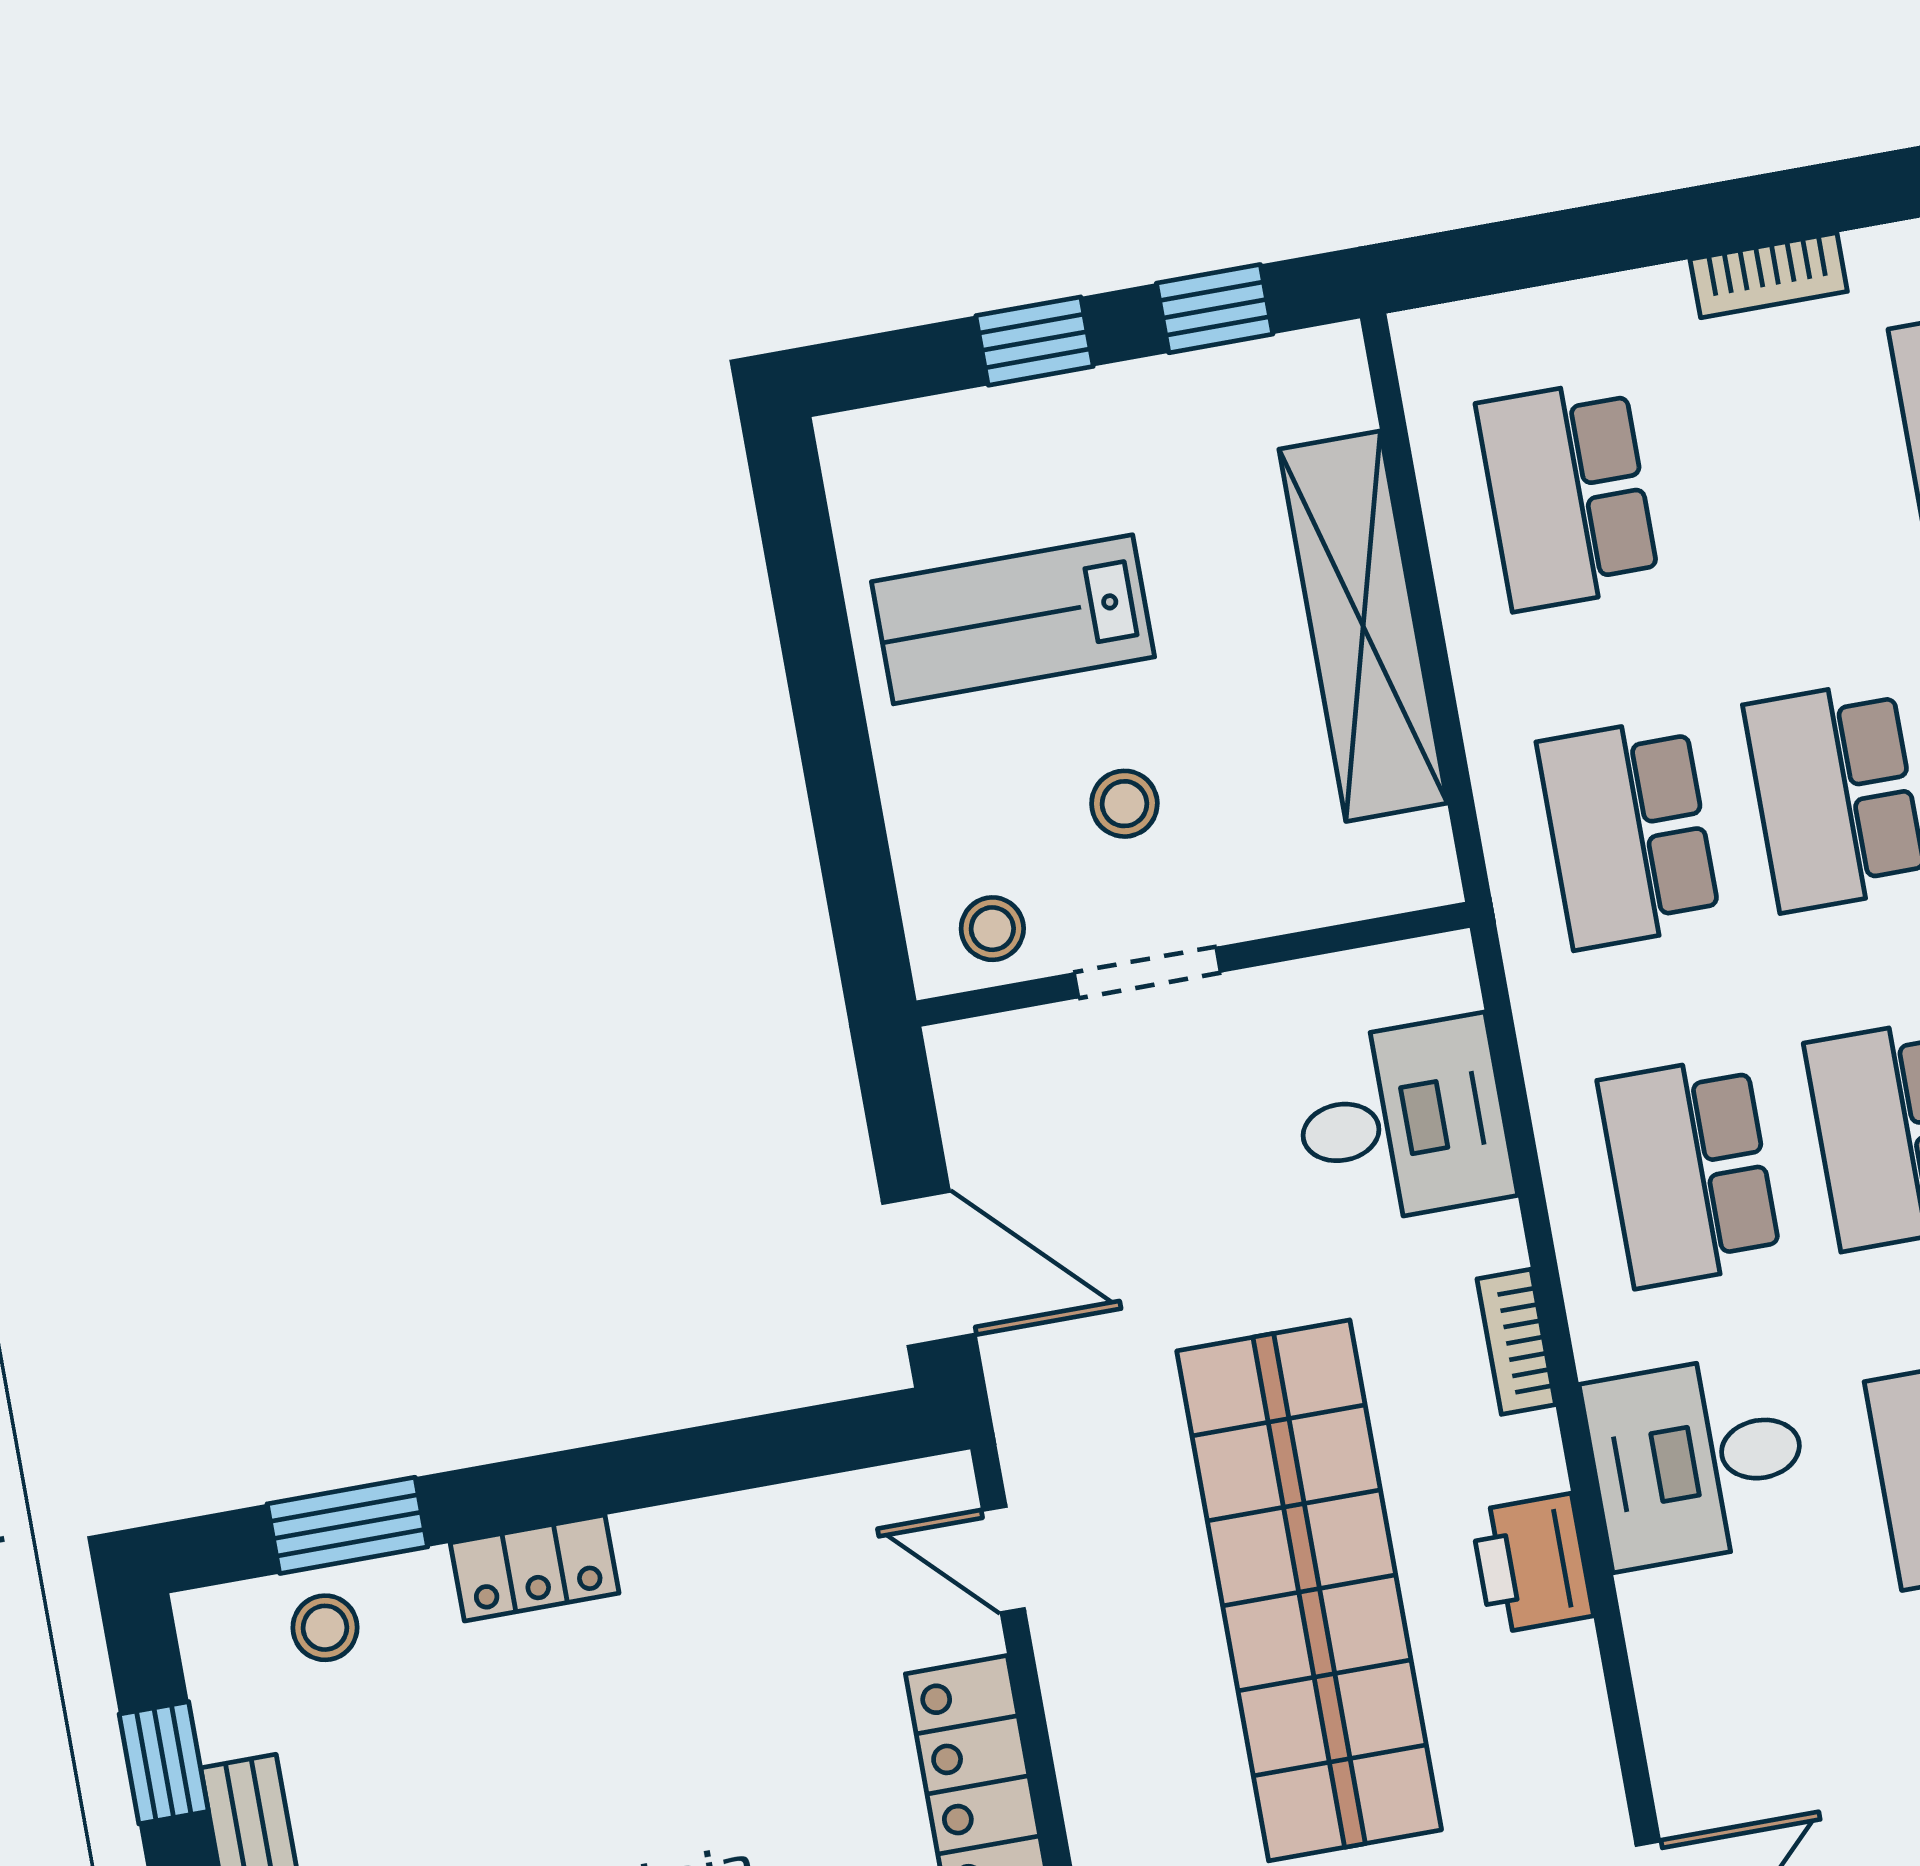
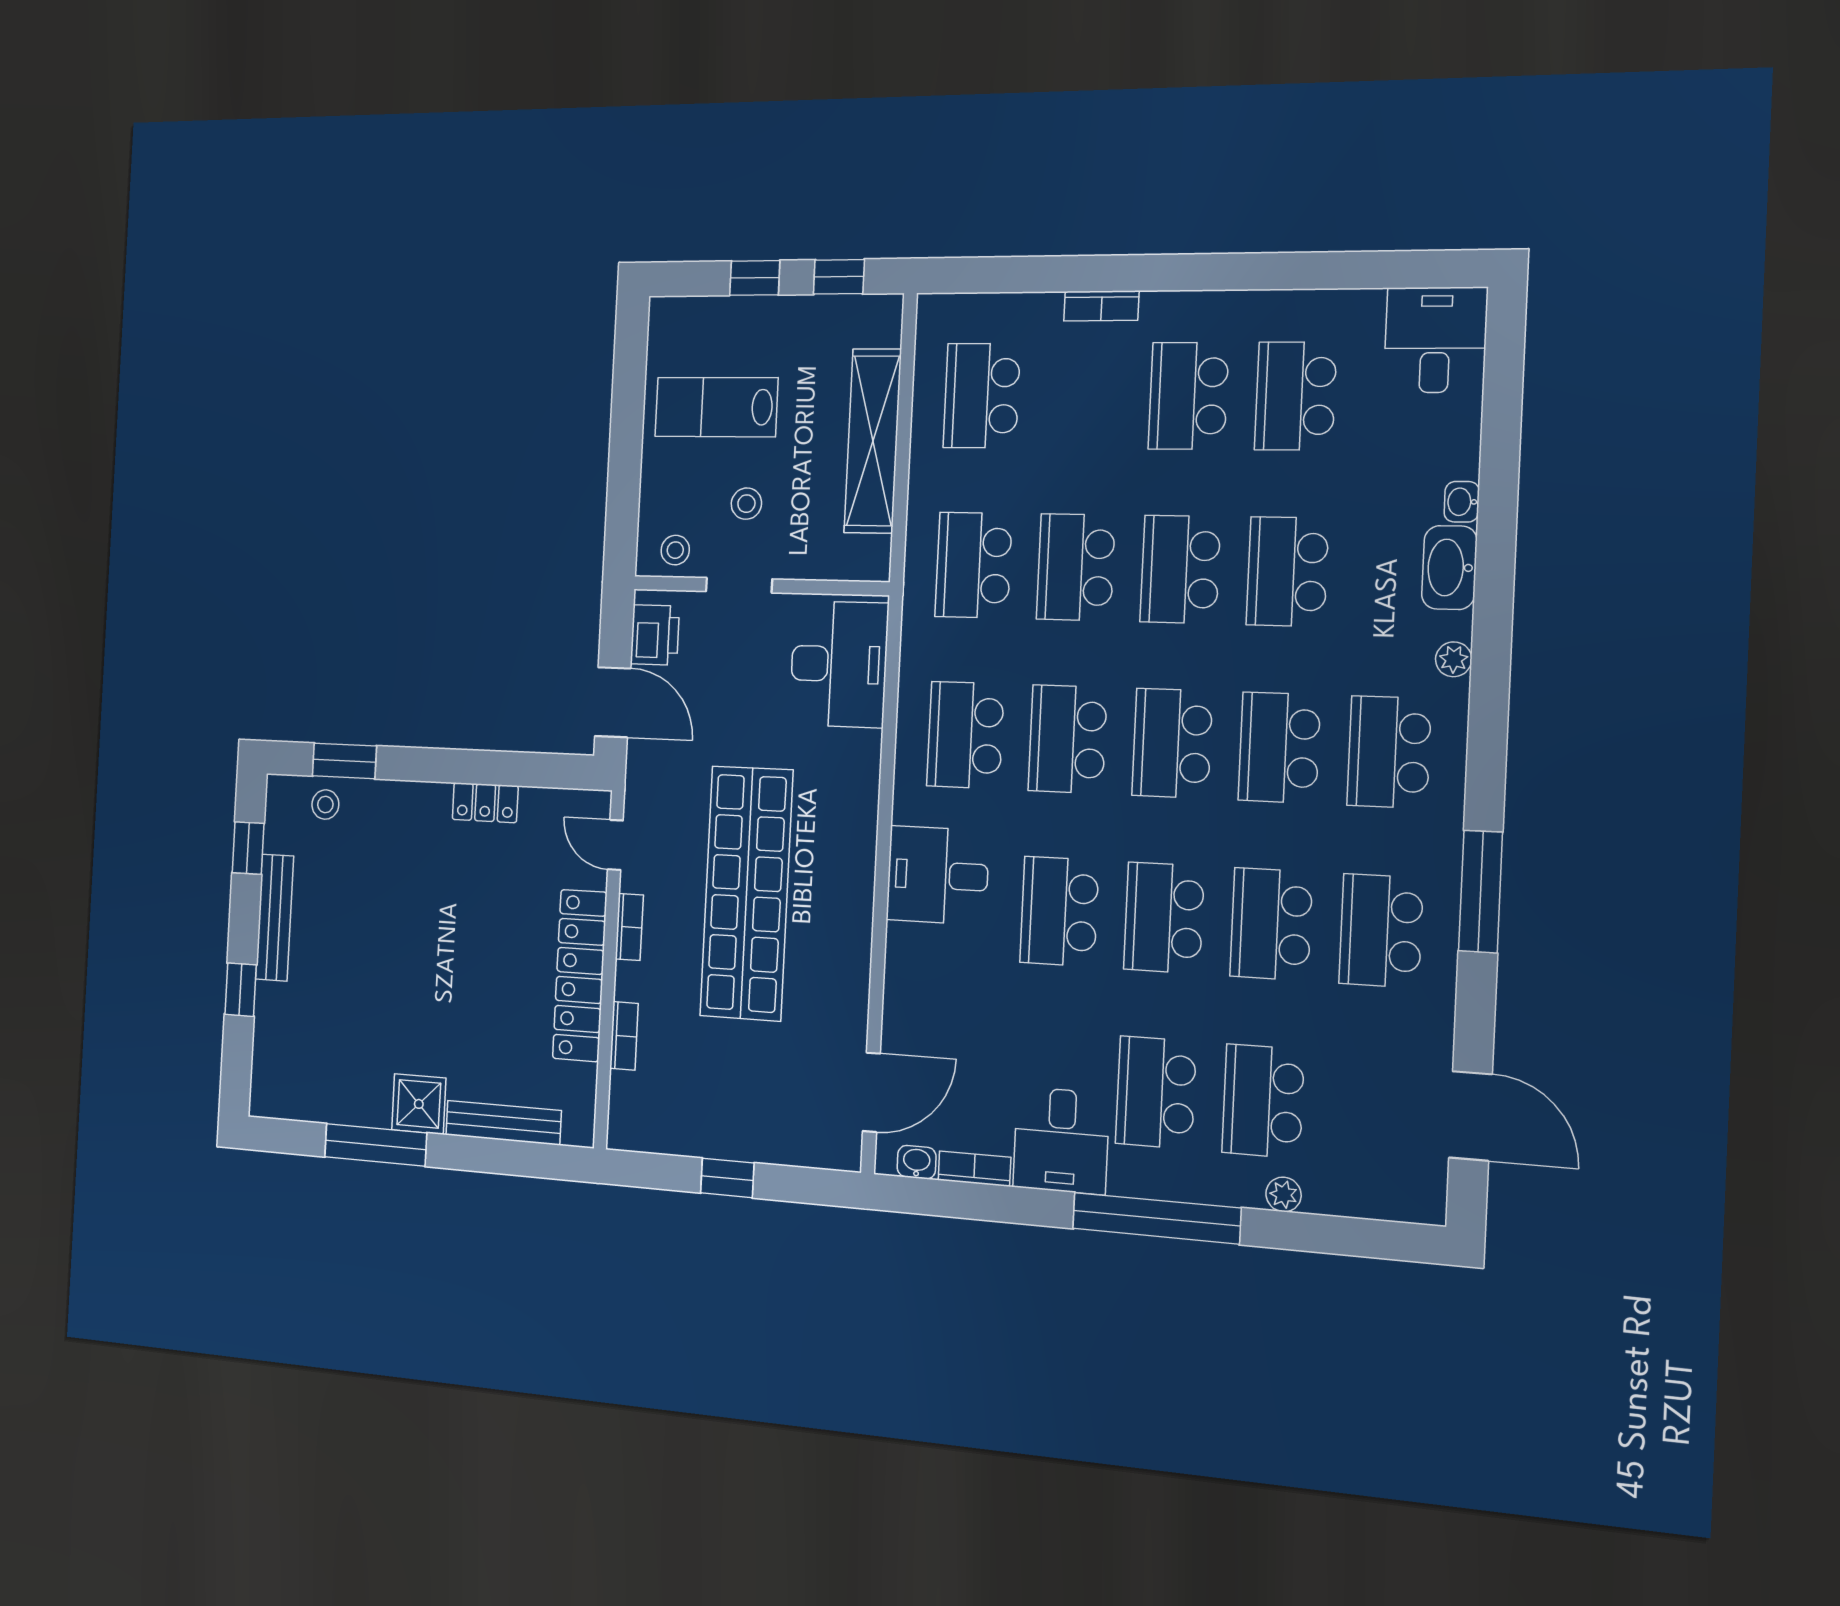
desk: (1402, 1121) -> (839, 664), width x1.37
bookcase: (1516, 1342) -> (629, 927), moved, turned 180
printer: (1532, 1564) -> (655, 635), moved, turned 180
locker: (535, 1568) -> (485, 803), moved

